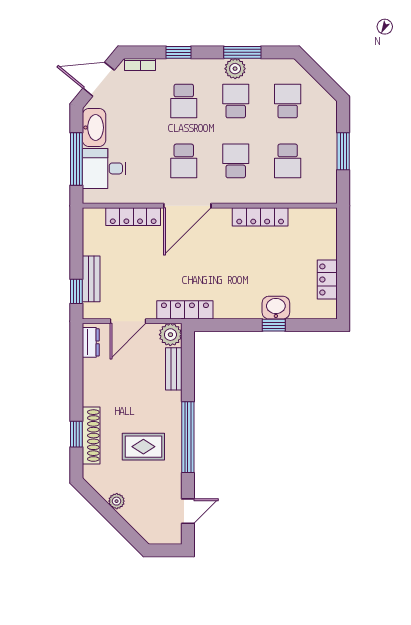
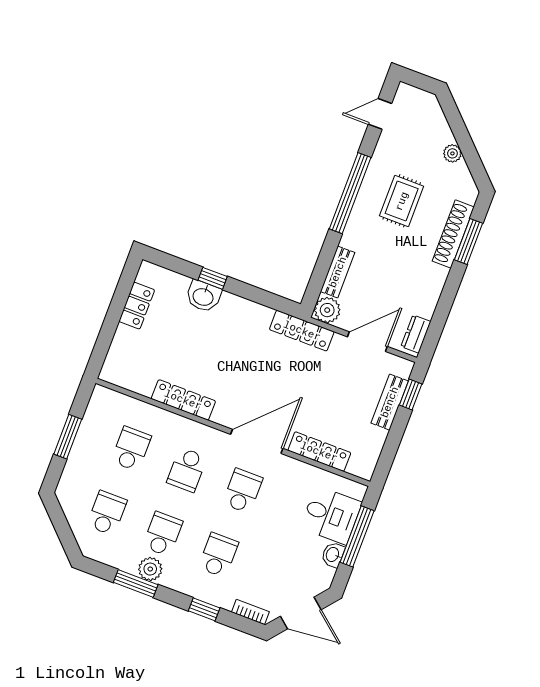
school desk: (236, 101) -> (163, 534), turned 180
school desk: (288, 101) -> (107, 513), turned 180
washbasin: (94, 128) -> (333, 555), width x0.52, depth x0.69
window: (76, 434) -> (468, 241), width x1.50
rug: (143, 447) -> (402, 201), turned 90

